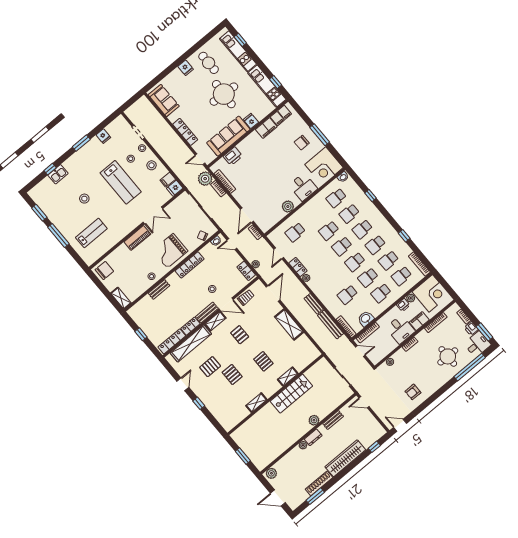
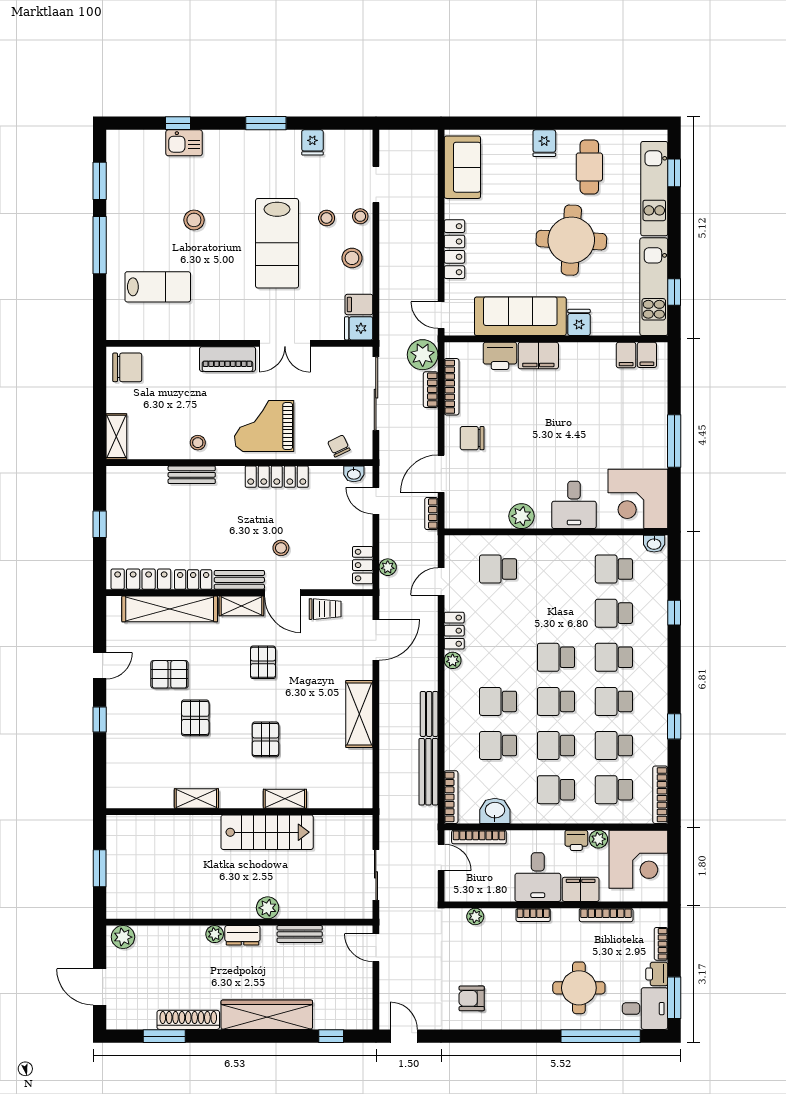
filing cabinet: (266, 128) -> (538, 356), moved
chair: (302, 143) -> (472, 438), moved
school desk: (329, 231) -> (498, 701), moved

